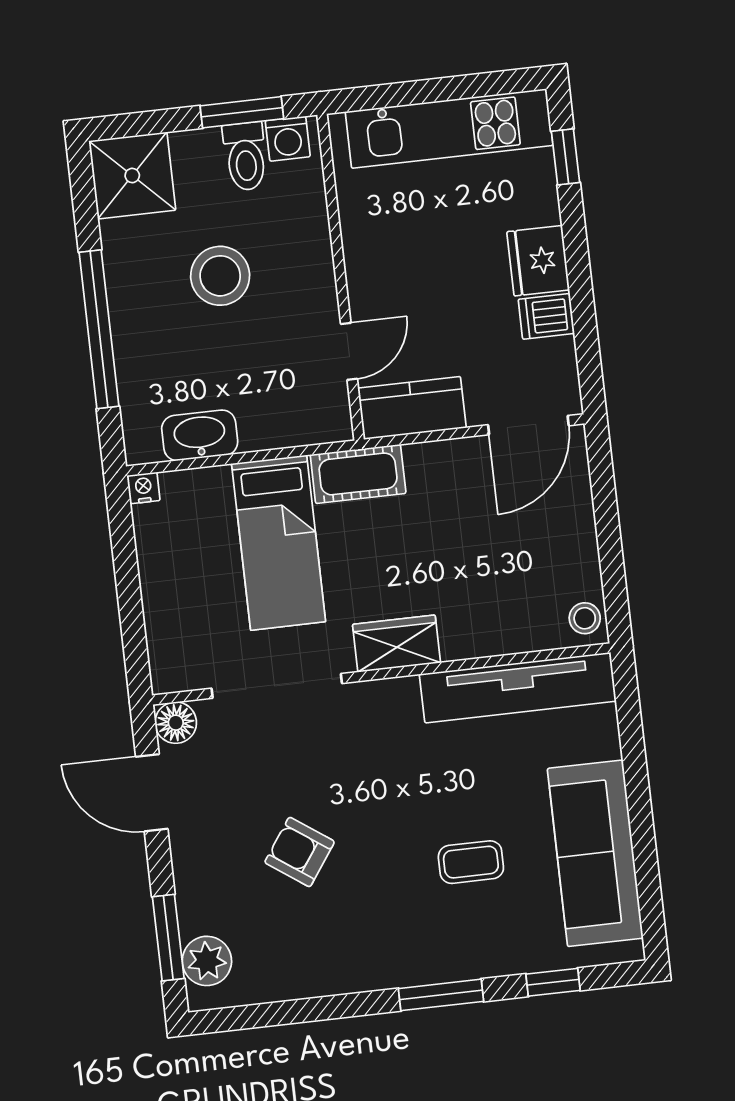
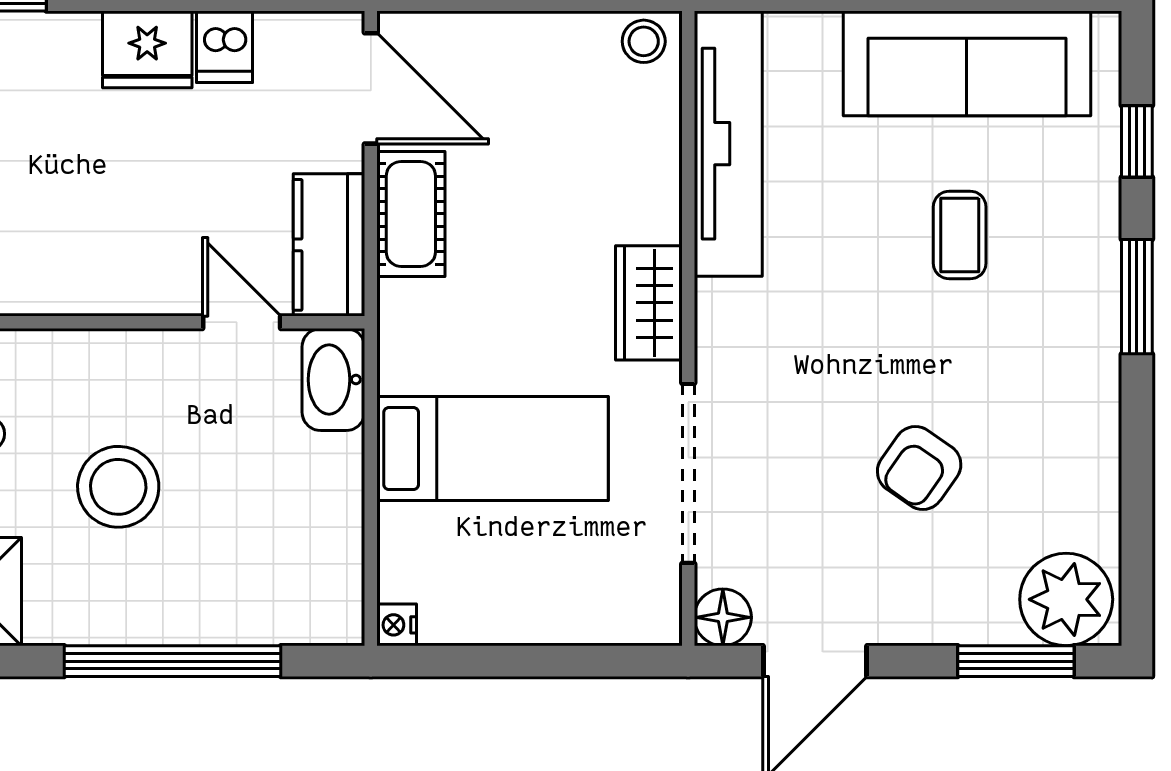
washbasin: (200, 435) -> (333, 380), moved
cot: (358, 474) -> (411, 214), moved
plant: (207, 961) -> (1066, 599), width x1.36, depth x1.36

